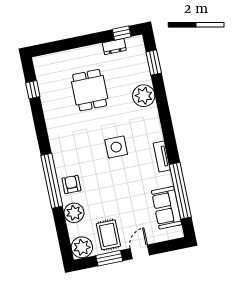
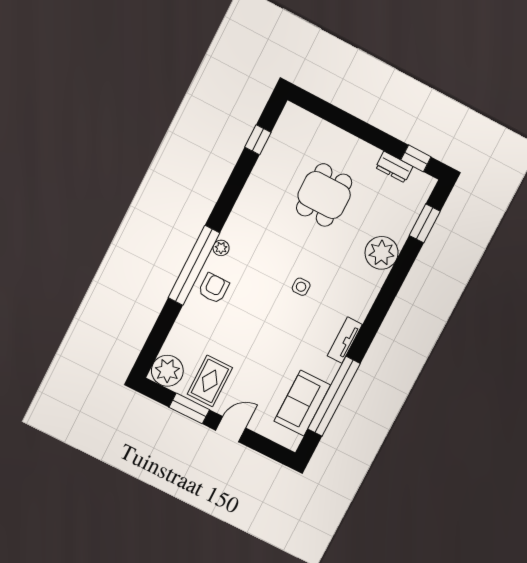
side table: (116, 147) -> (301, 287), width x0.54, depth x0.54
plant: (74, 213) -> (221, 248), moved, width x0.53, depth x0.53

